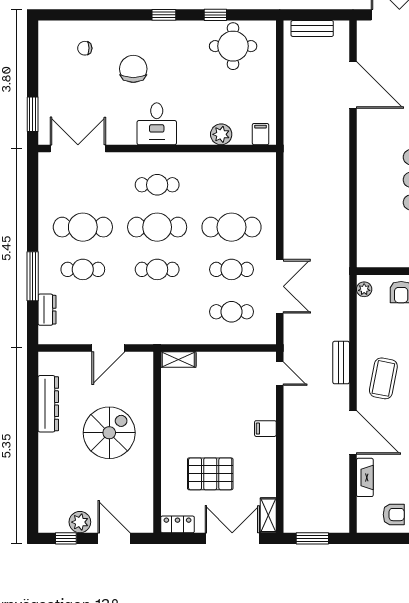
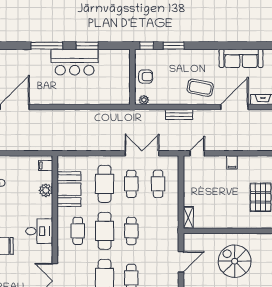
booth: (223, 171) -> (69, 189), added
door: (108, 348) -> (181, 262), hinge flipped
bench: (341, 363) -> (179, 114), moved

